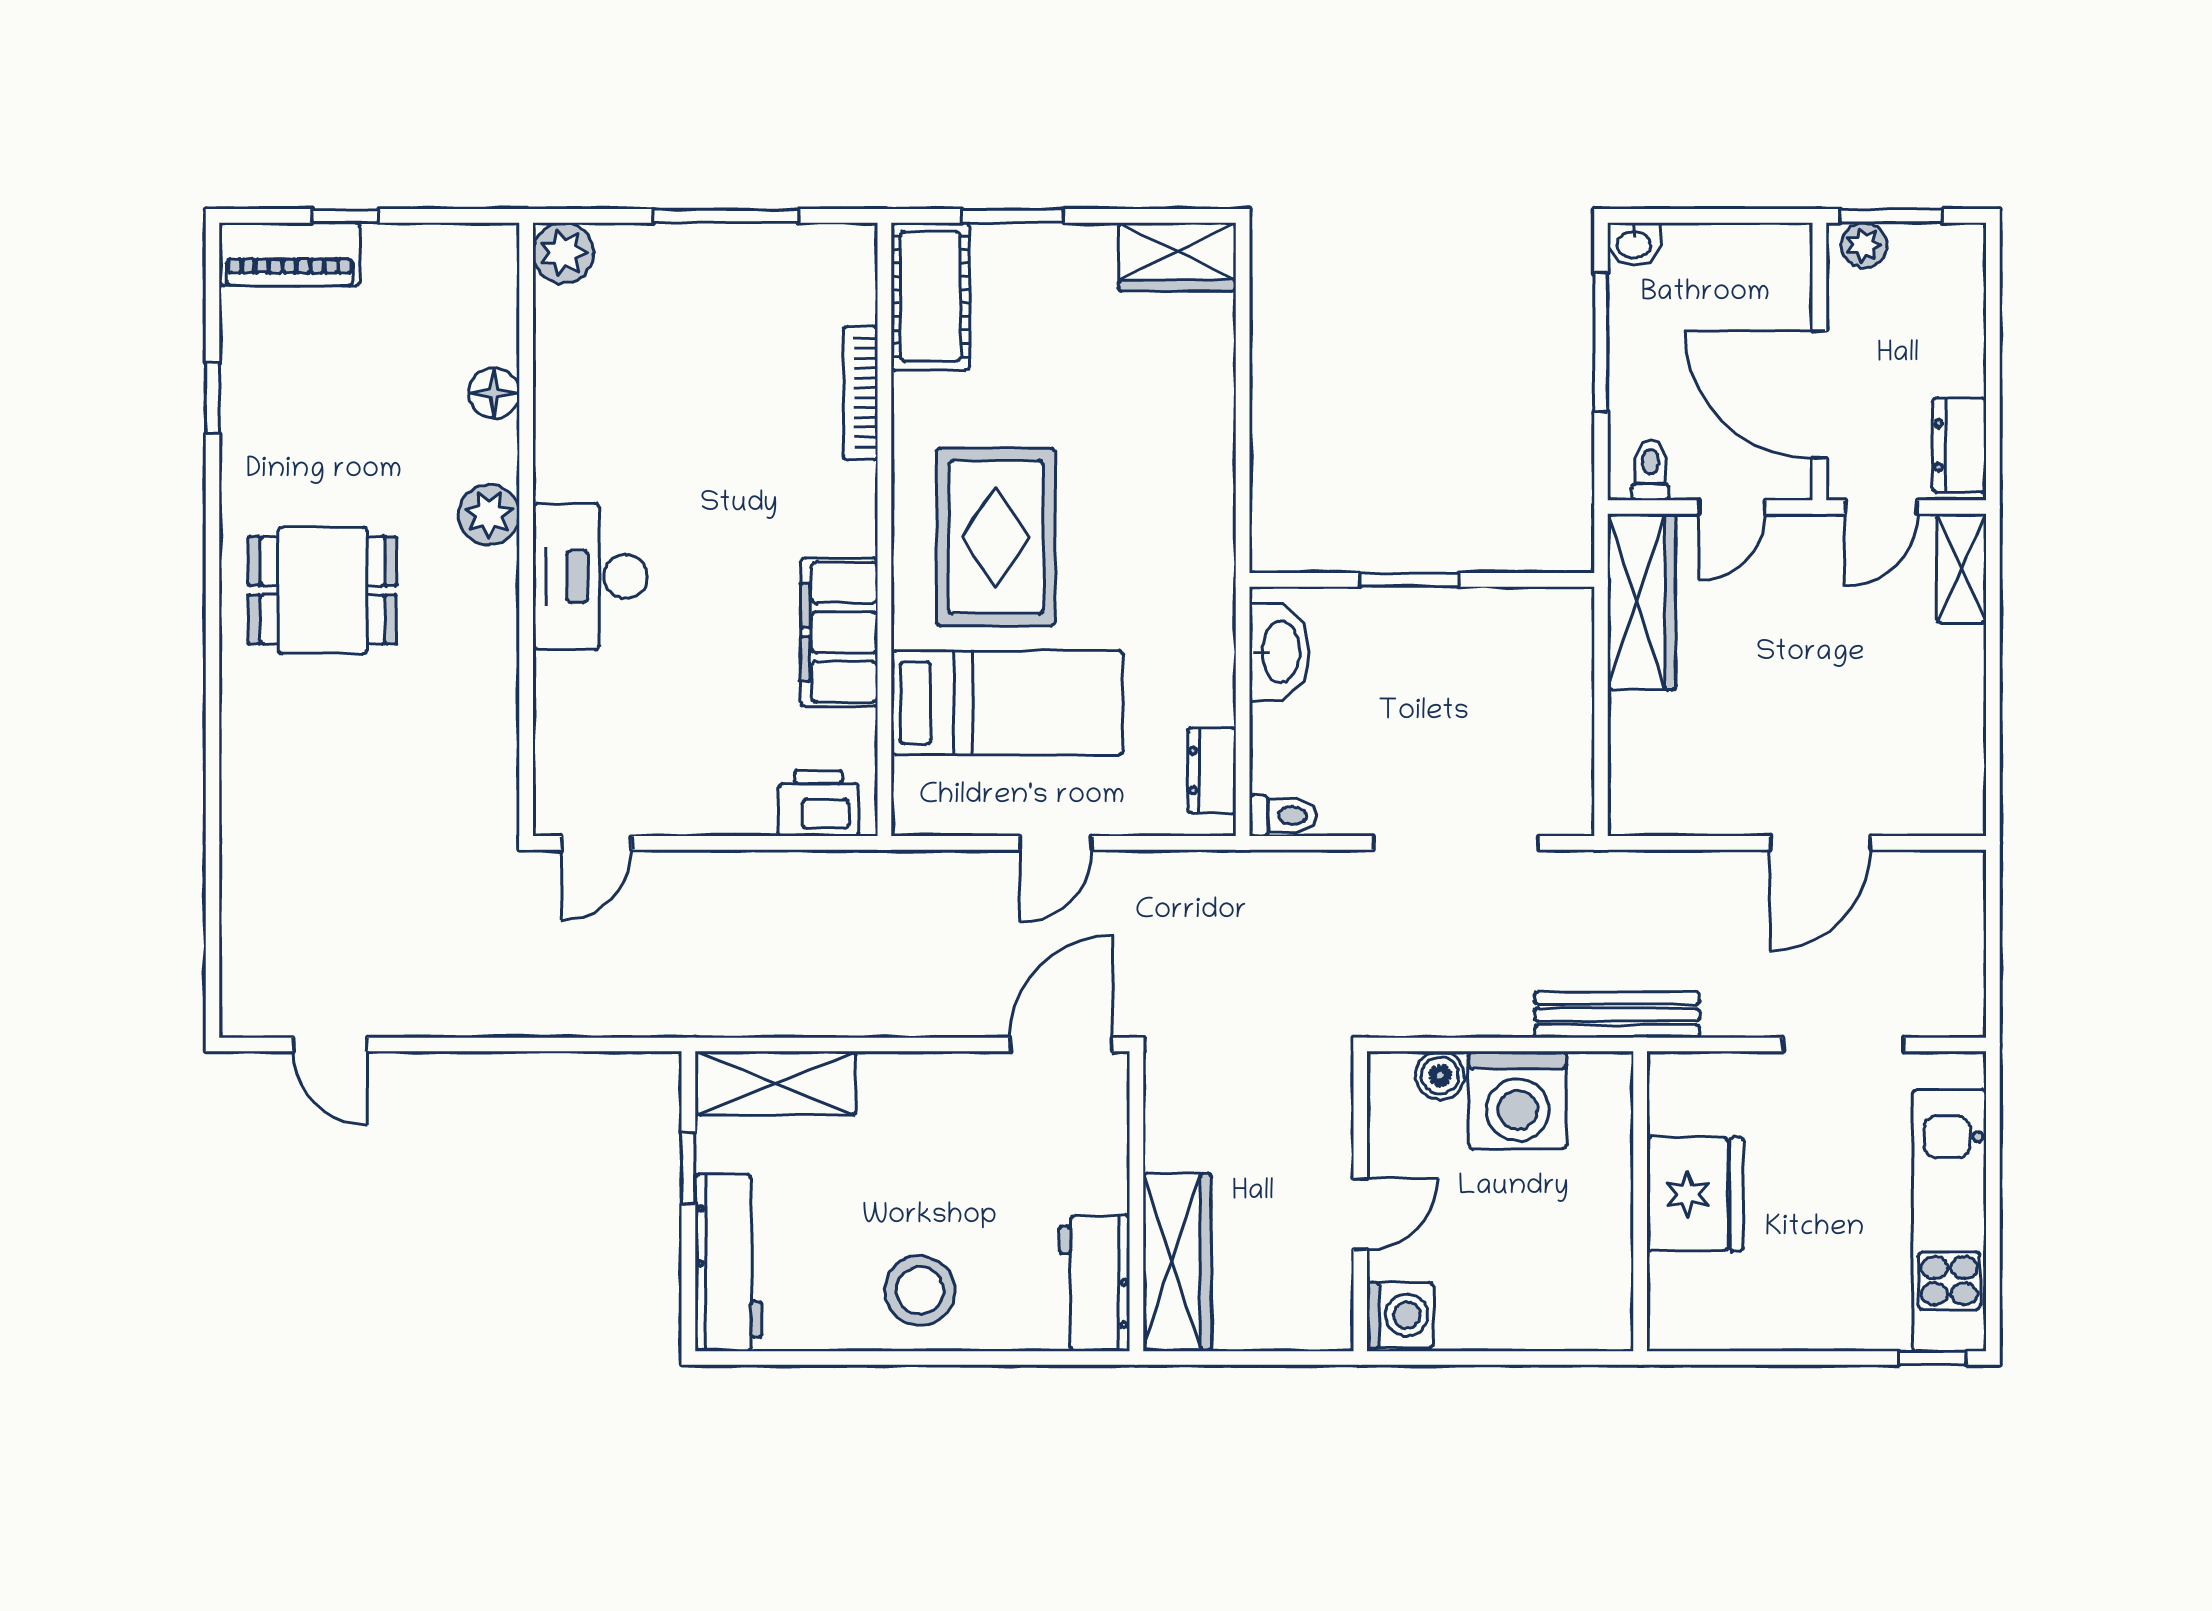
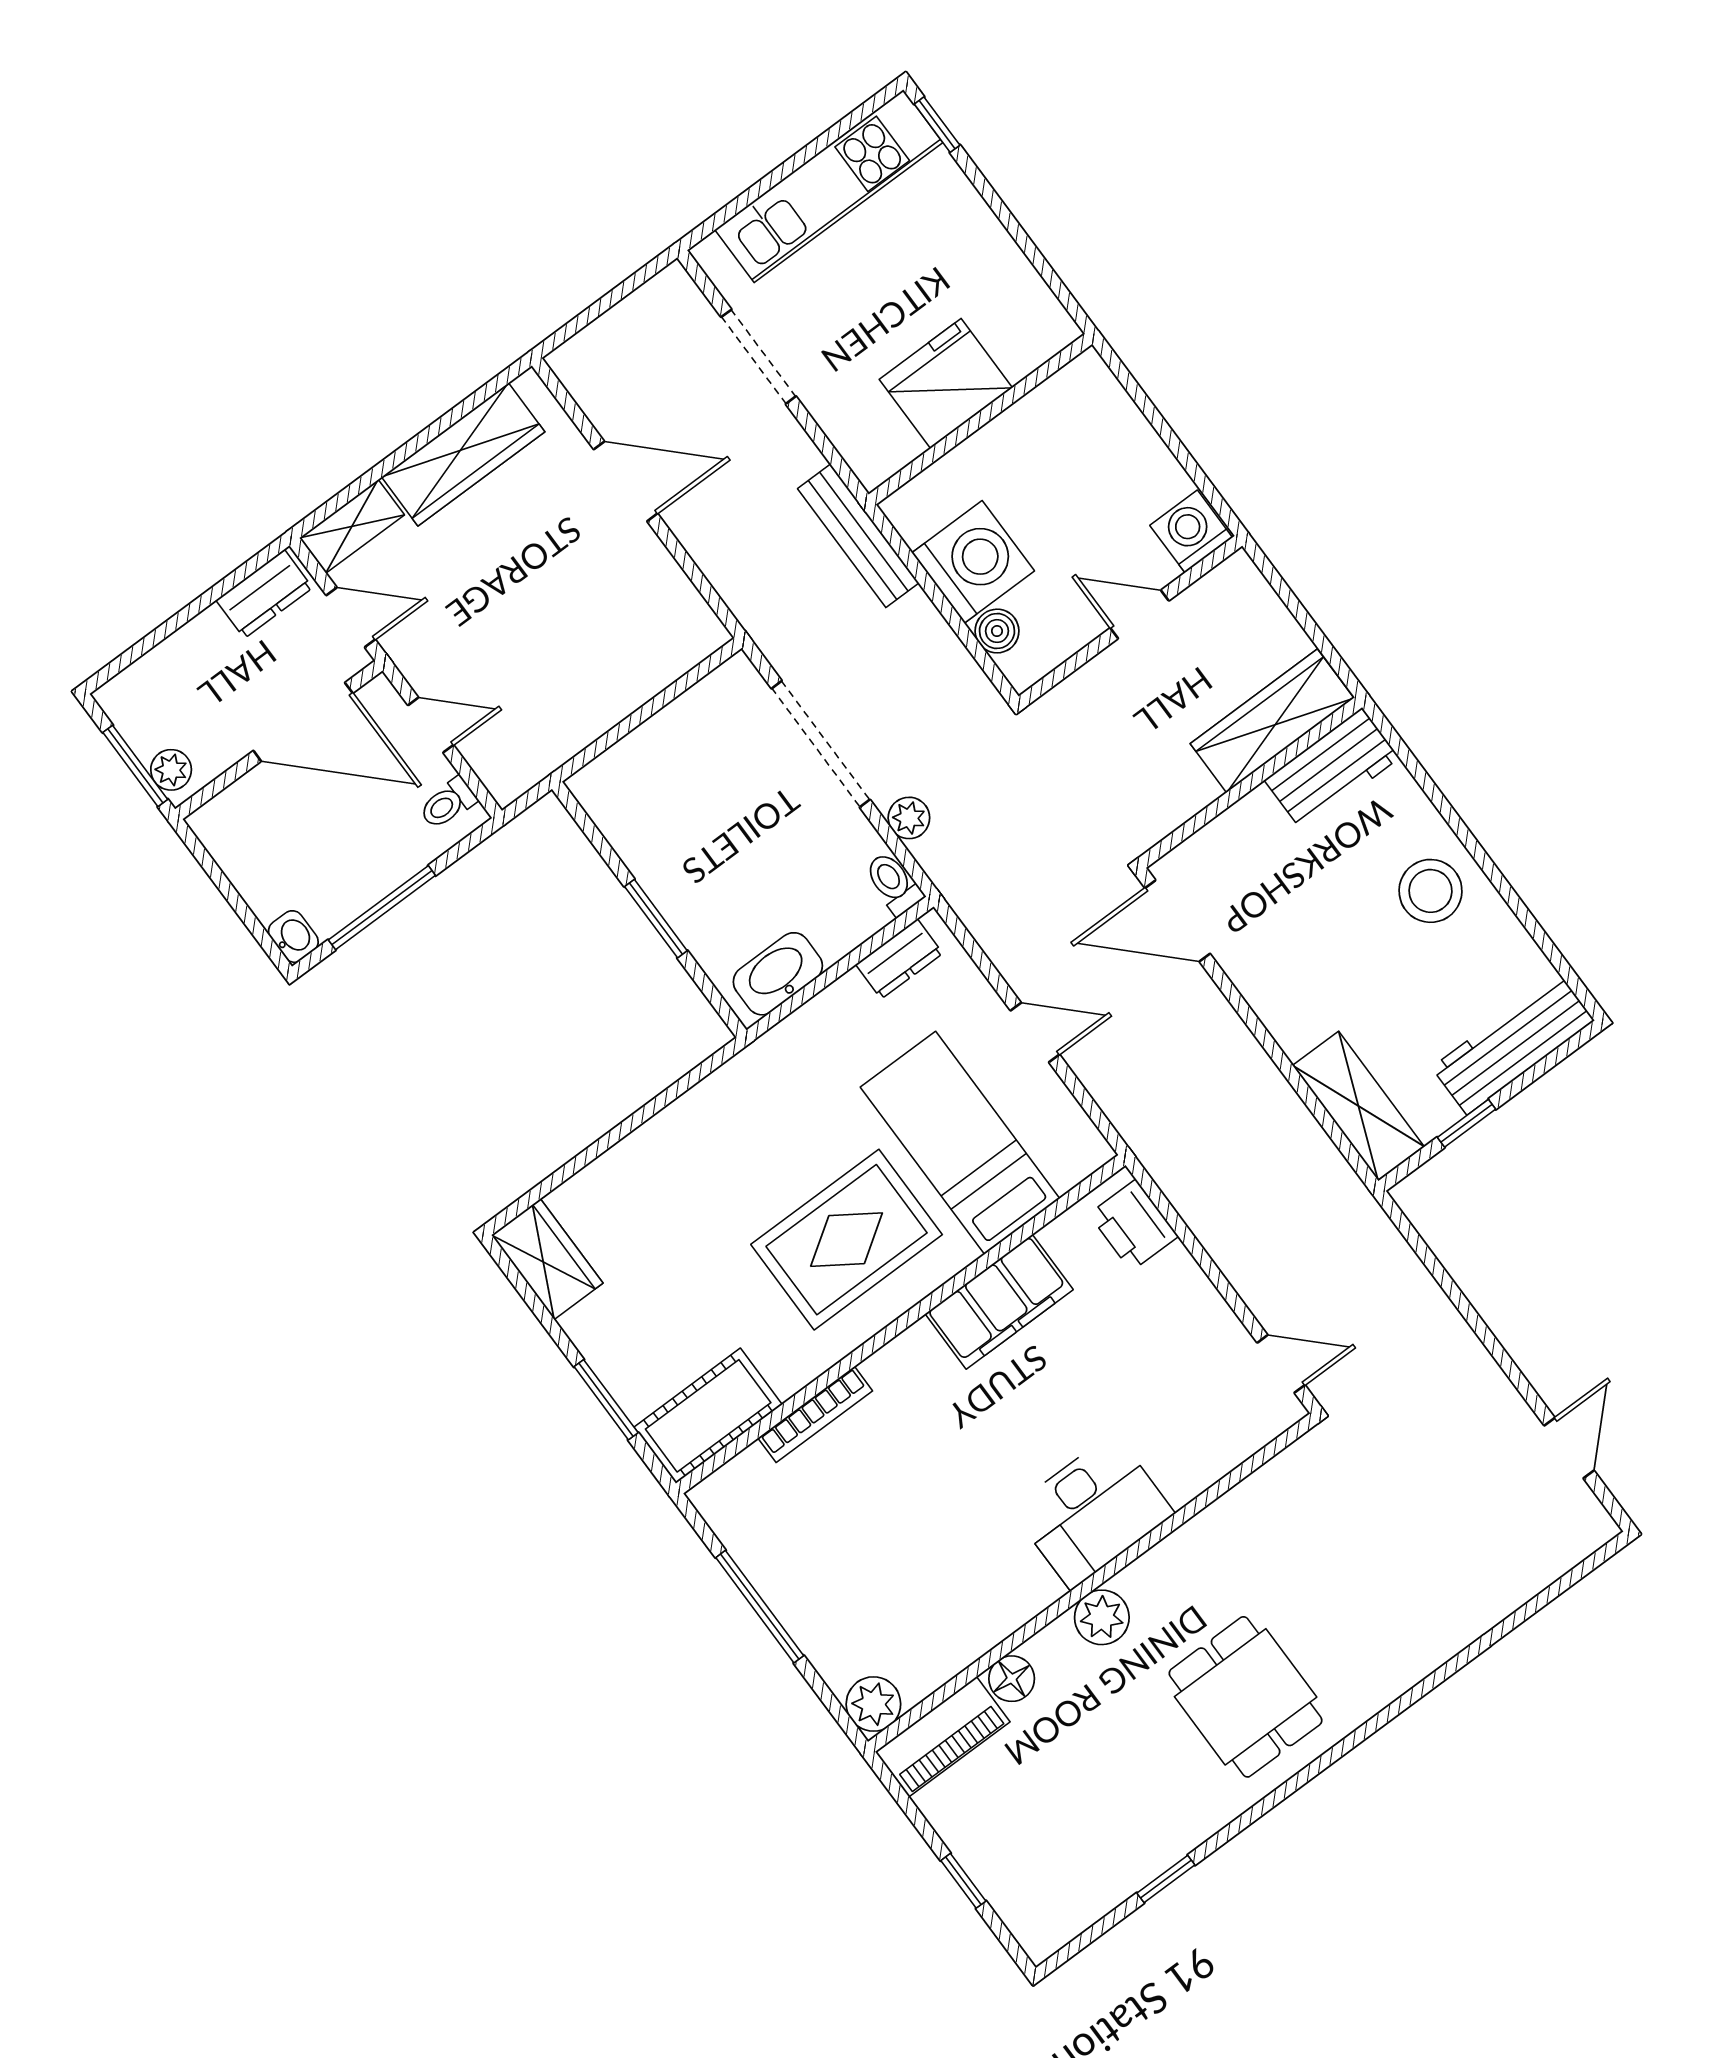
piano: (290, 254) -> (943, 1737), moved, turned 90
door: (1819, 395) -> (303, 722), hinge flipped
wardrobe: (1642, 602) -> (463, 454), moved, turned 180
plant: (1331, 873) -> (909, 818), added

